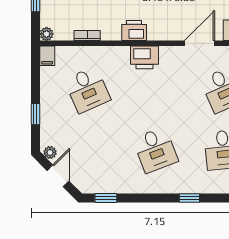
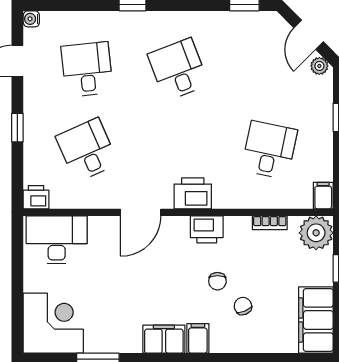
plant: (47, 34) -> (316, 233), width x1.87, depth x1.87
door: (200, 43) -> (141, 212), moved
desk: (87, 90) -> (269, 150), turned 36

